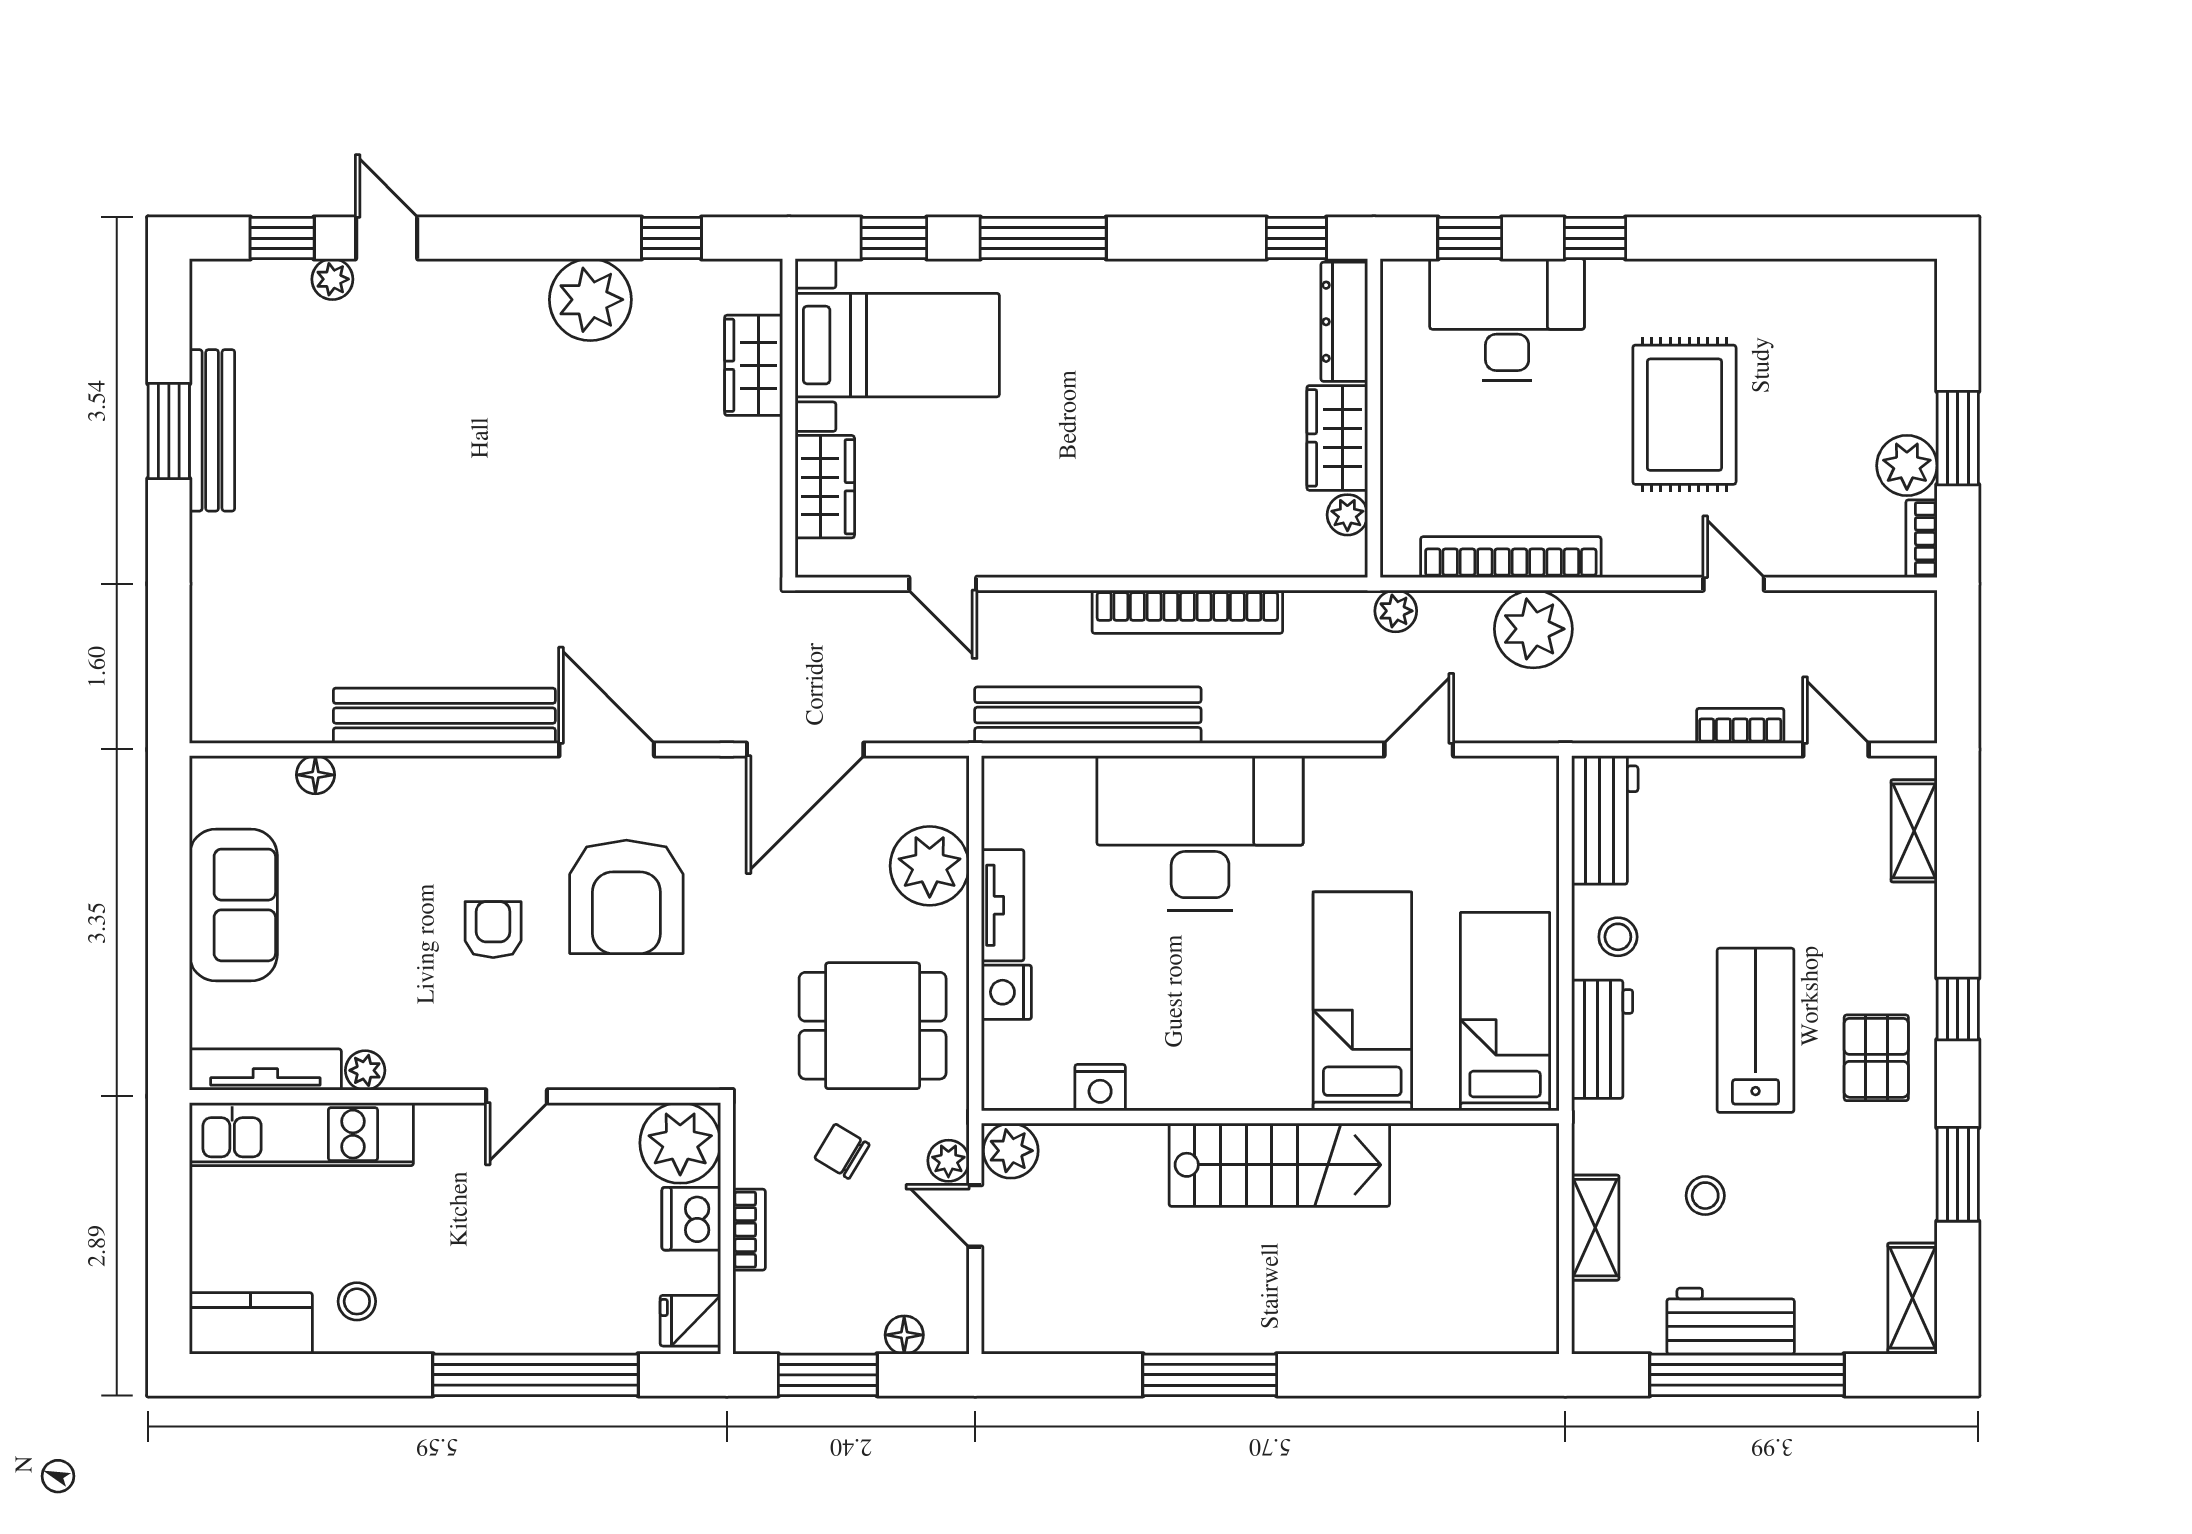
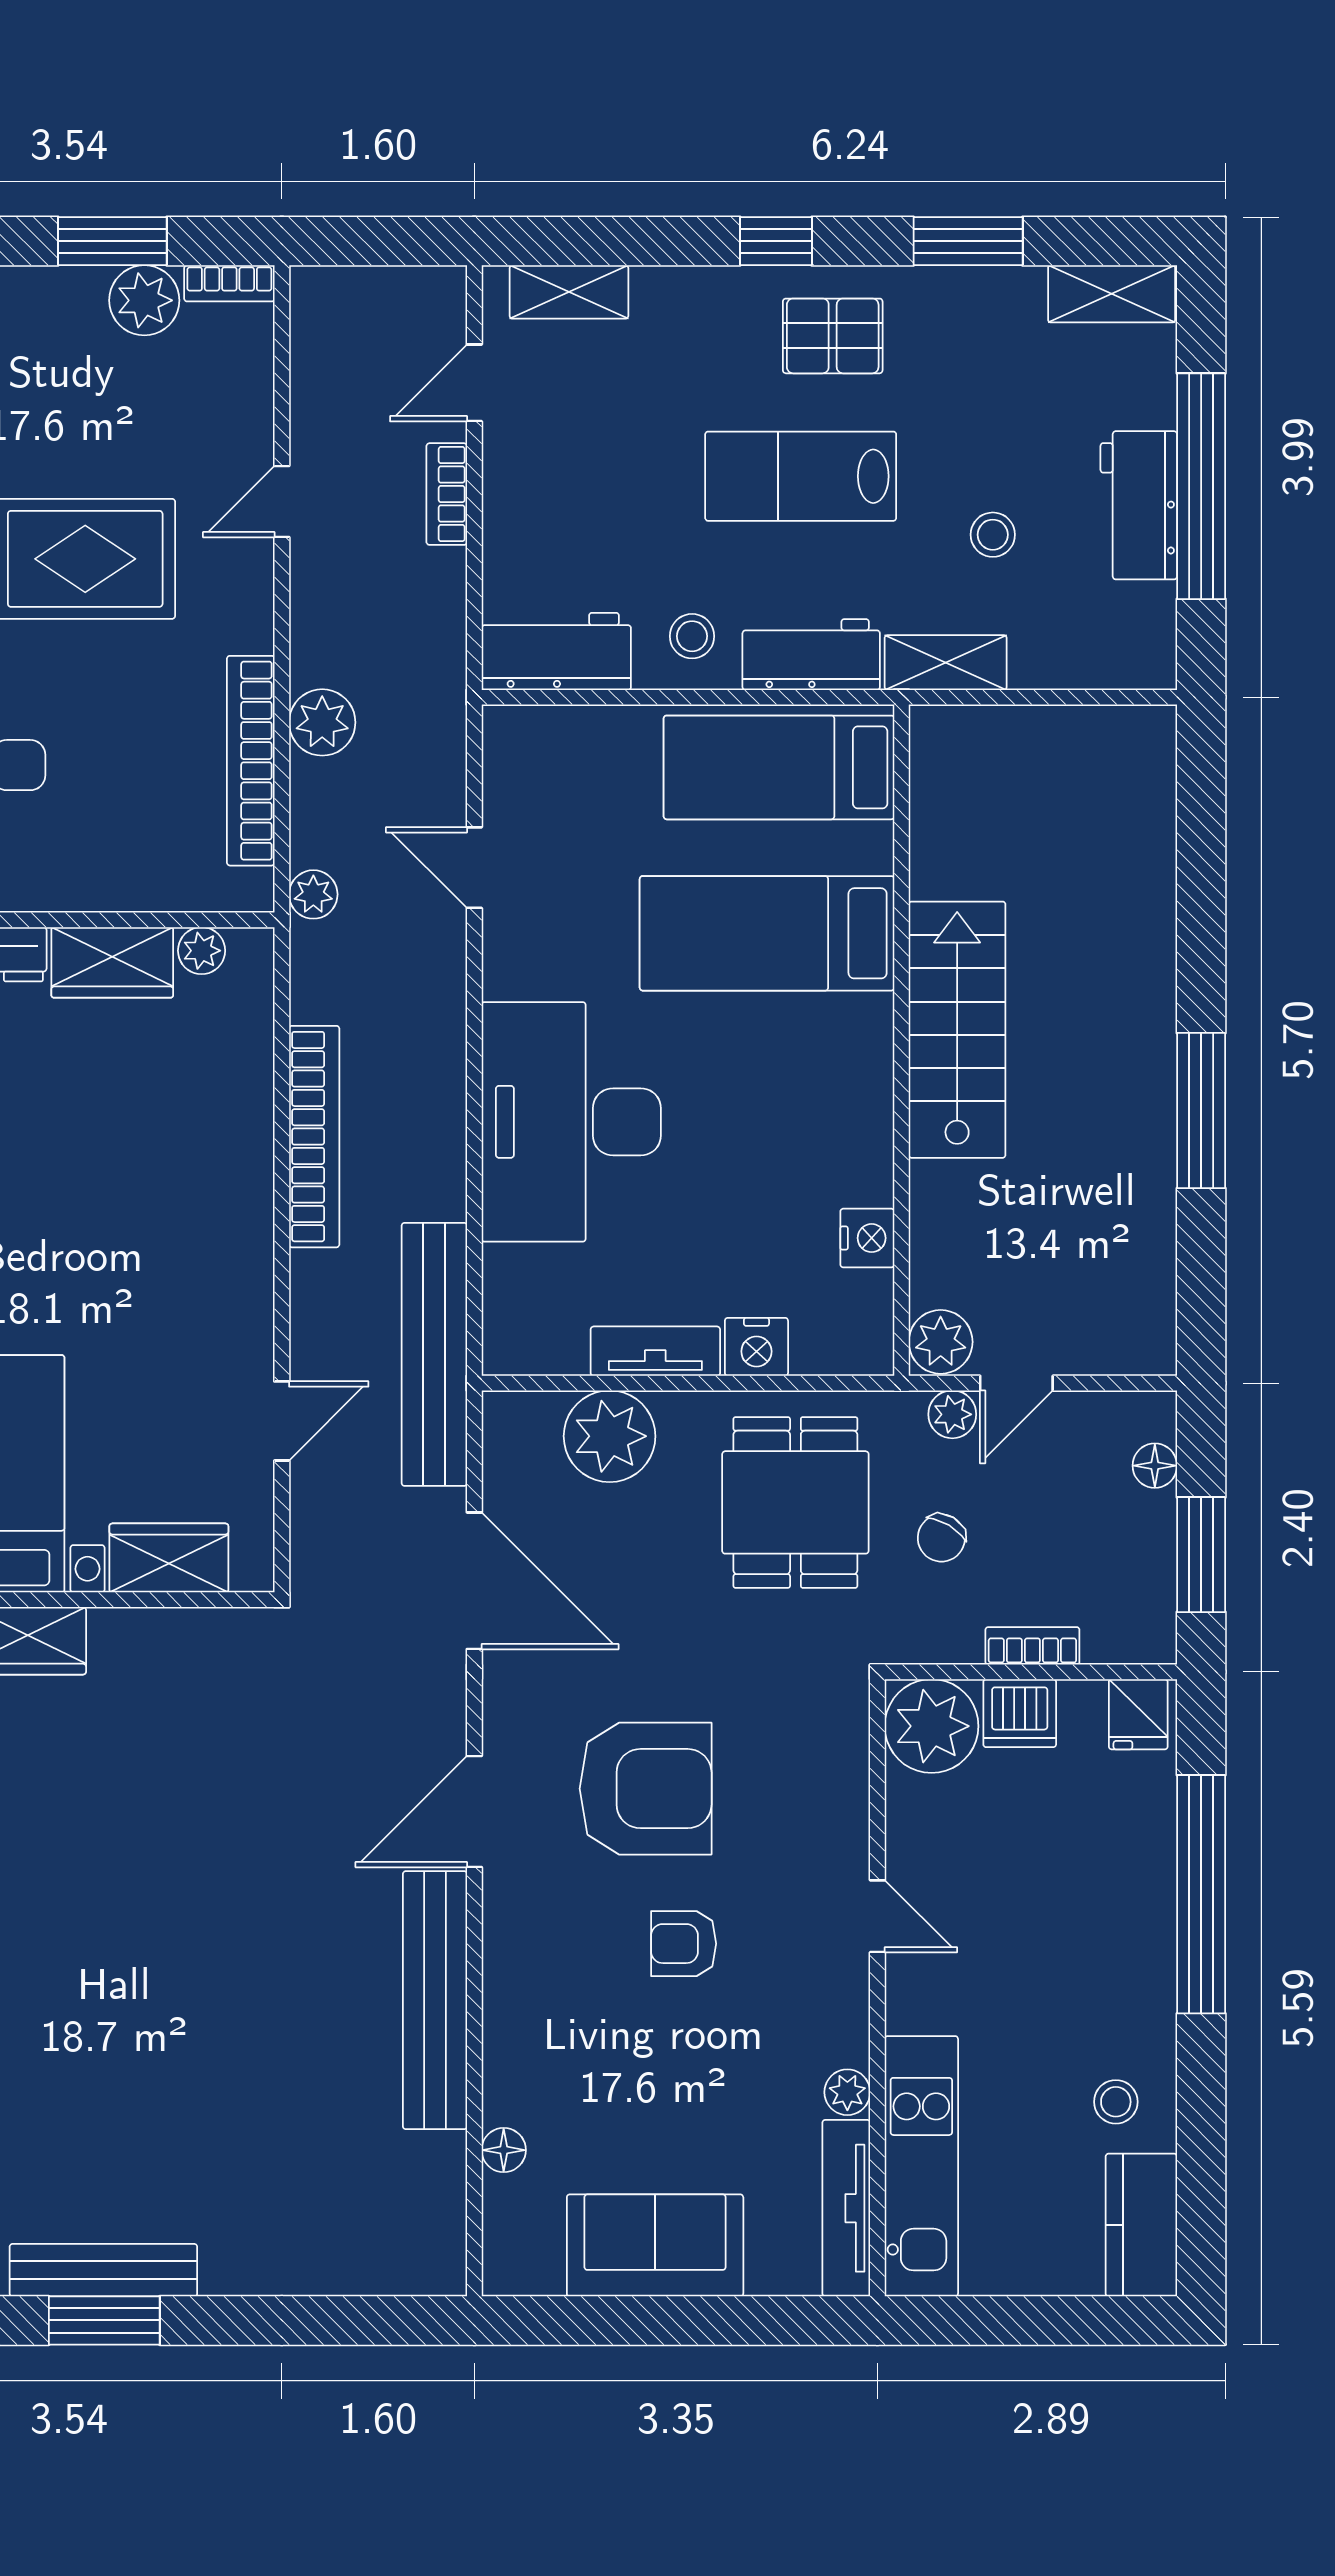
plant: (1533, 629) -> (322, 722), width x0.73, depth x0.73
bench: (1088, 715) -> (434, 1354), moved
shelving: (1595, 1228) -> (946, 663), moved

